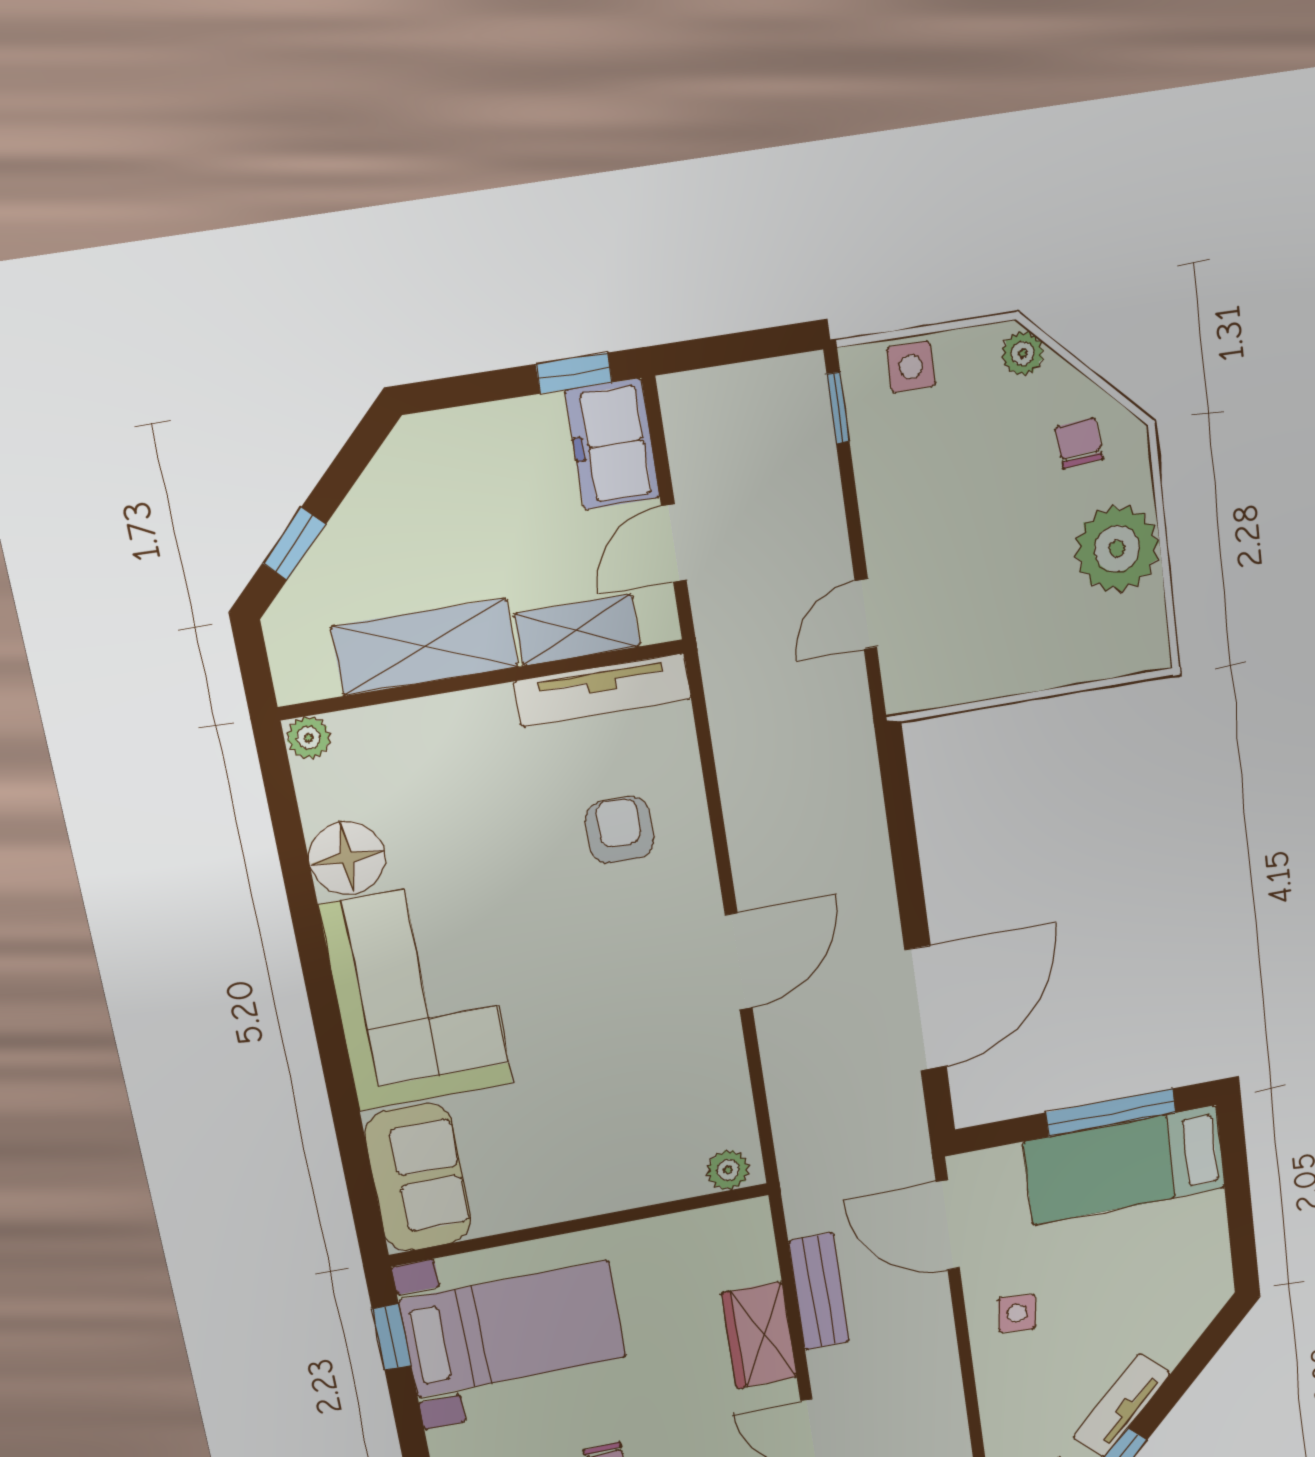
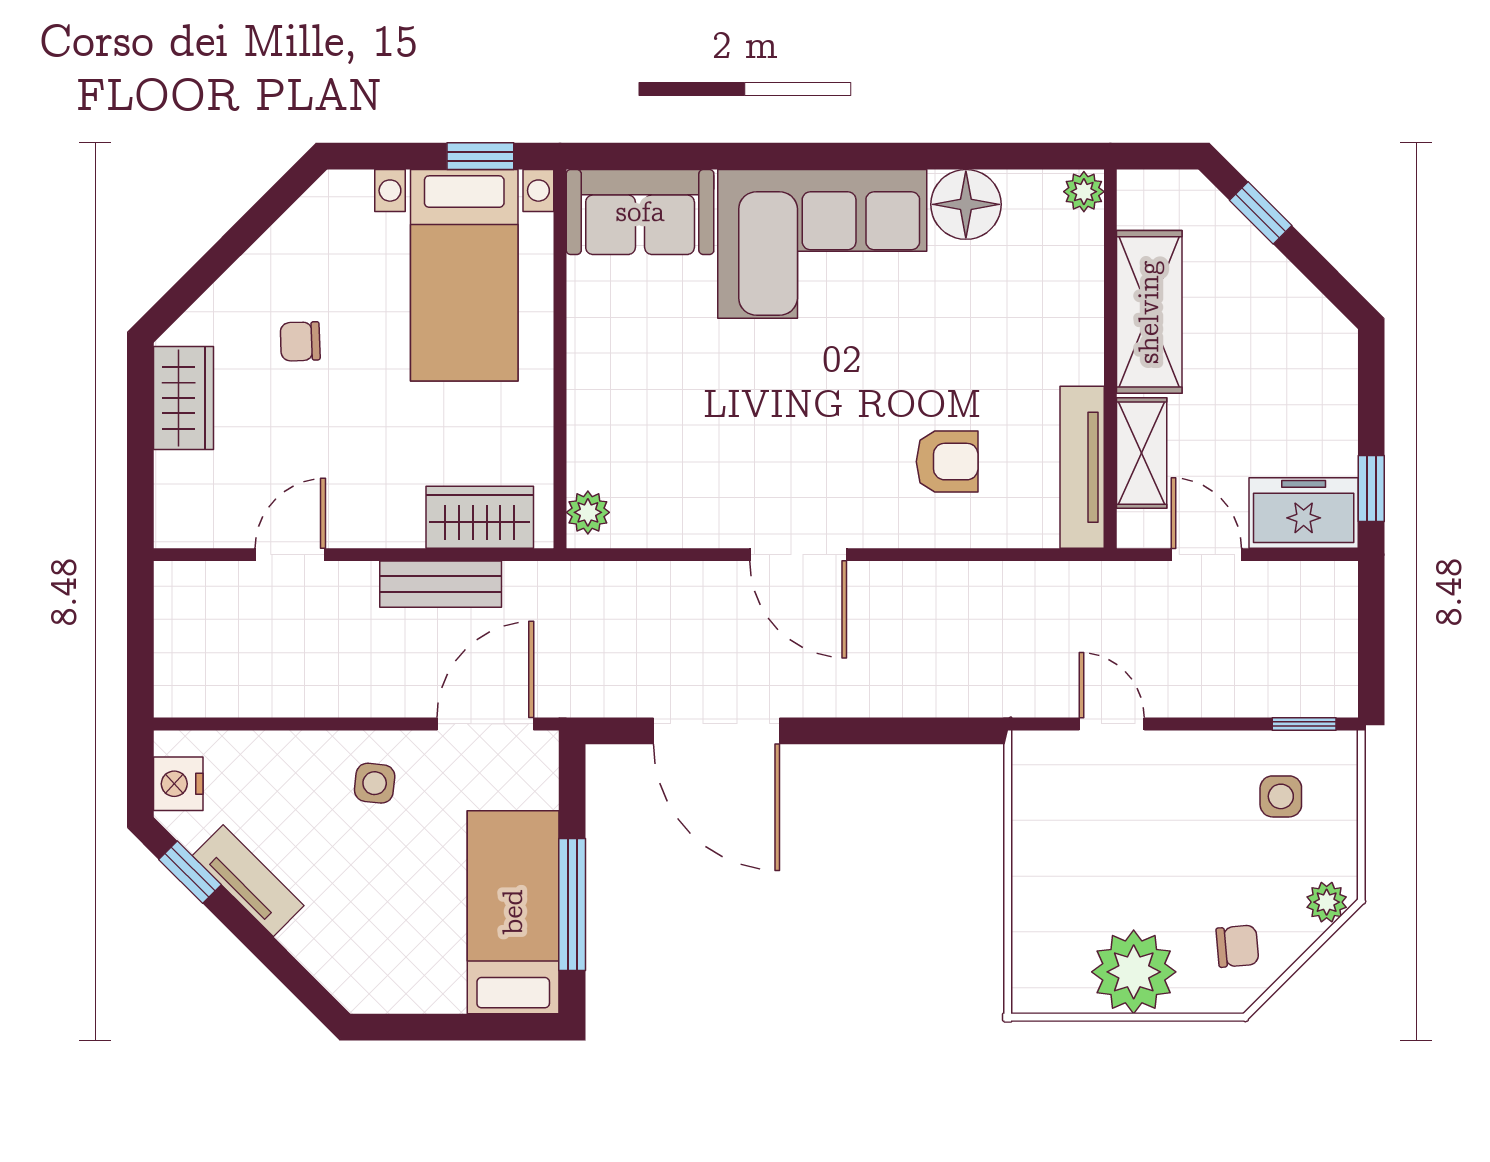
side table: (911, 367) -> (1281, 796), moved
wardrobe: (759, 1335) -> (480, 517), moved

